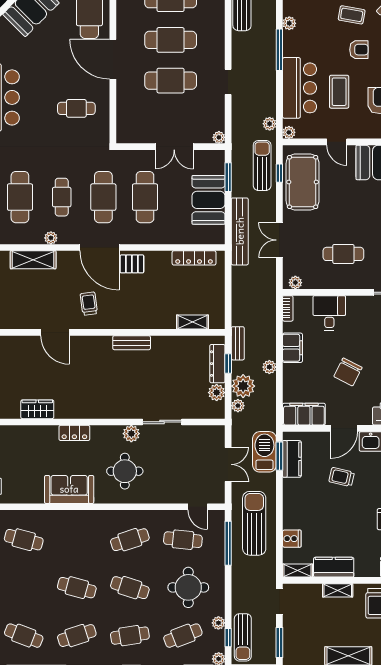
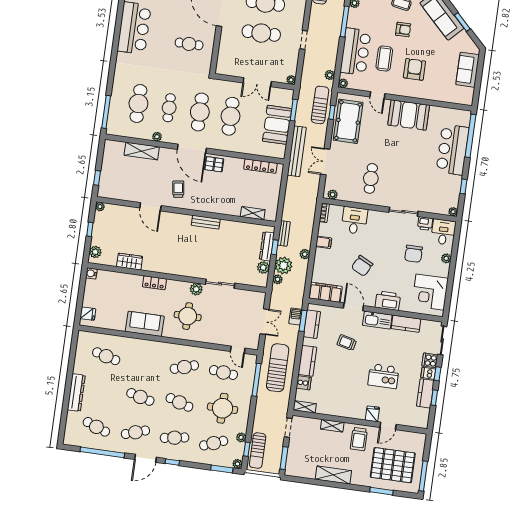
cafe table: (343, 254) -> (371, 178), turned 90
filing cabinet: (292, 348) -> (324, 242), width x0.50
door: (344, 428) -> (353, 307), swing flipped
barbecue: (264, 452) -> (295, 317), width x0.53, depth x0.65
kitchen counter: (334, 567) -> (307, 361), moved, turned 90

